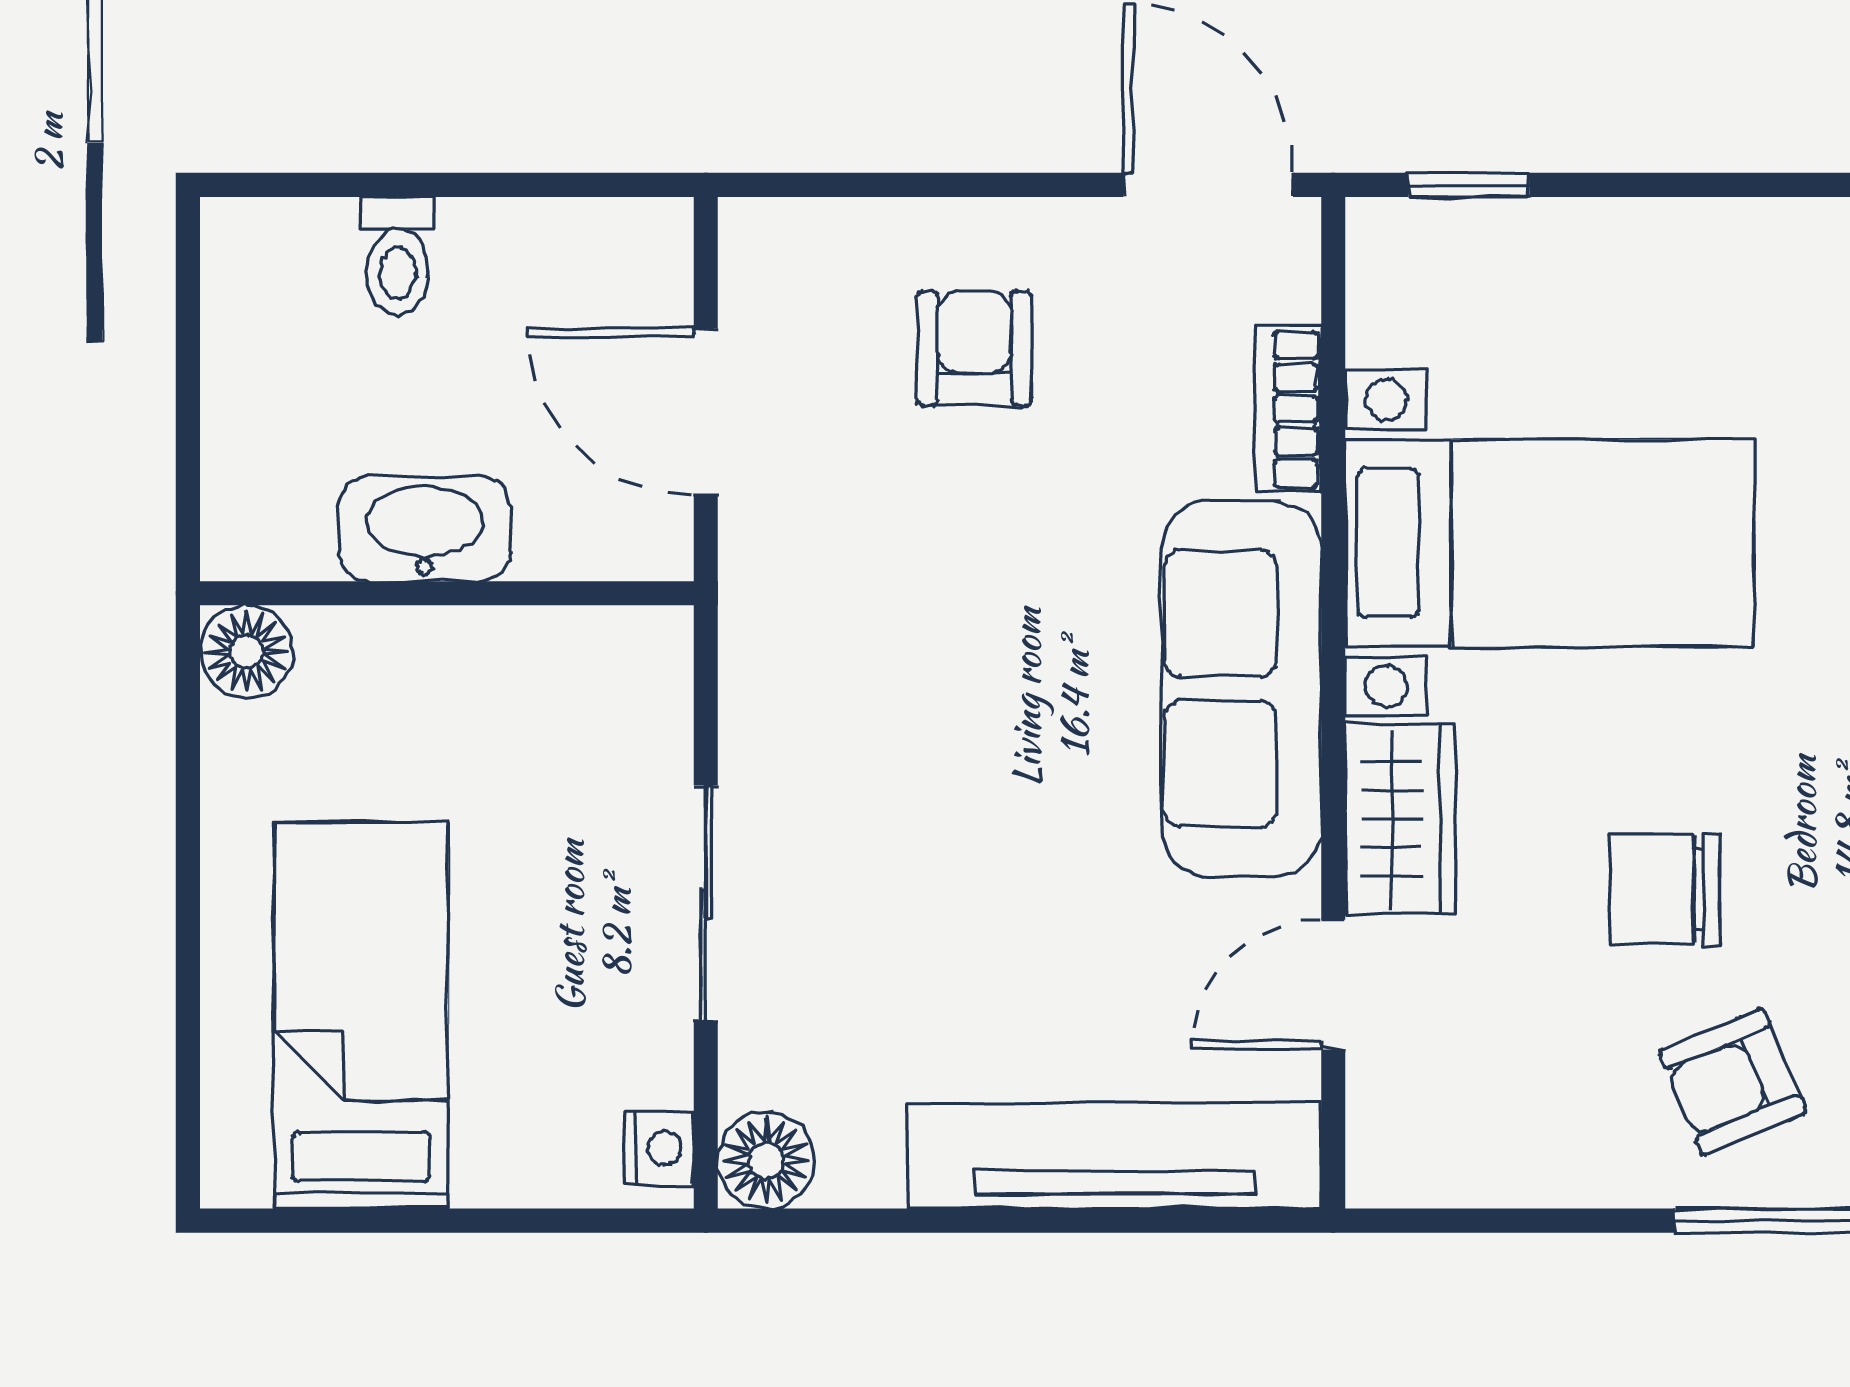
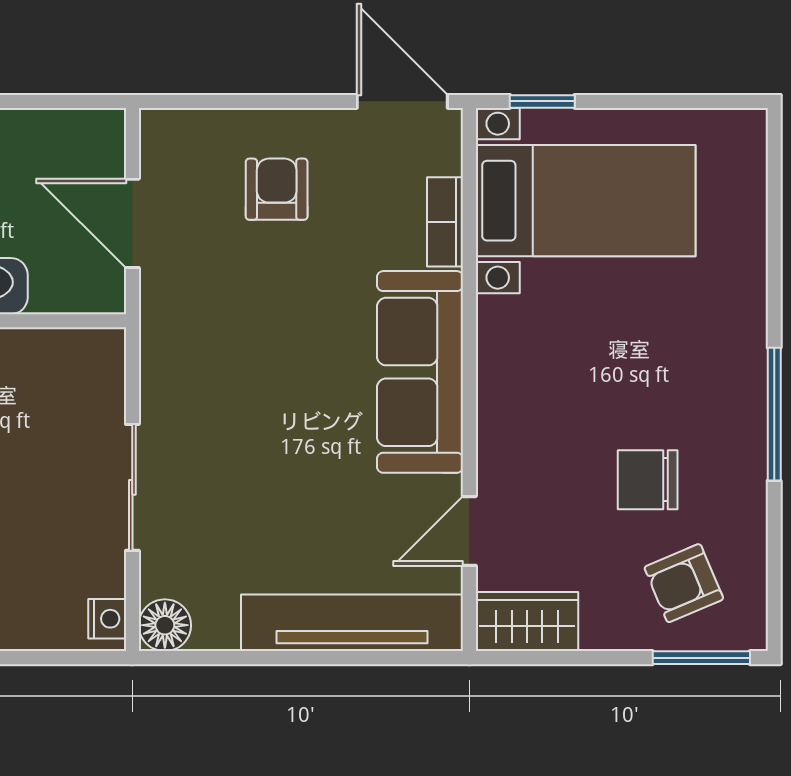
bed with nightstands: (1550, 543) -> (586, 201), moved
wardrobe: (1400, 819) -> (527, 622), moved, turned -90

